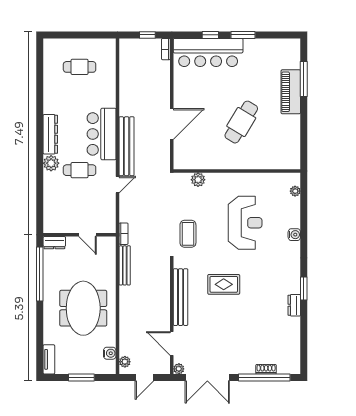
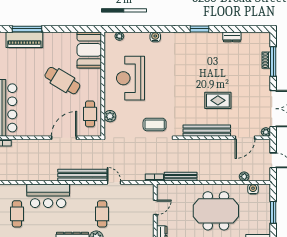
piano: (291, 92) -> (24, 40), moved
door: (172, 124) -> (64, 138), hinge flipped
bar counter: (102, 134) -> (48, 196), moved
booth: (278, 155) -> (89, 50), added
cafe table: (201, 156) -> (90, 114), added
reception desk: (245, 223) -> (130, 78), moved, turned -90
rug: (224, 284) -> (218, 100), moved, turned 90
dresser: (294, 305) -> (232, 37), moved
plant: (125, 362) -> (244, 177), moved
window: (264, 378) -> (273, 62), width x0.68

